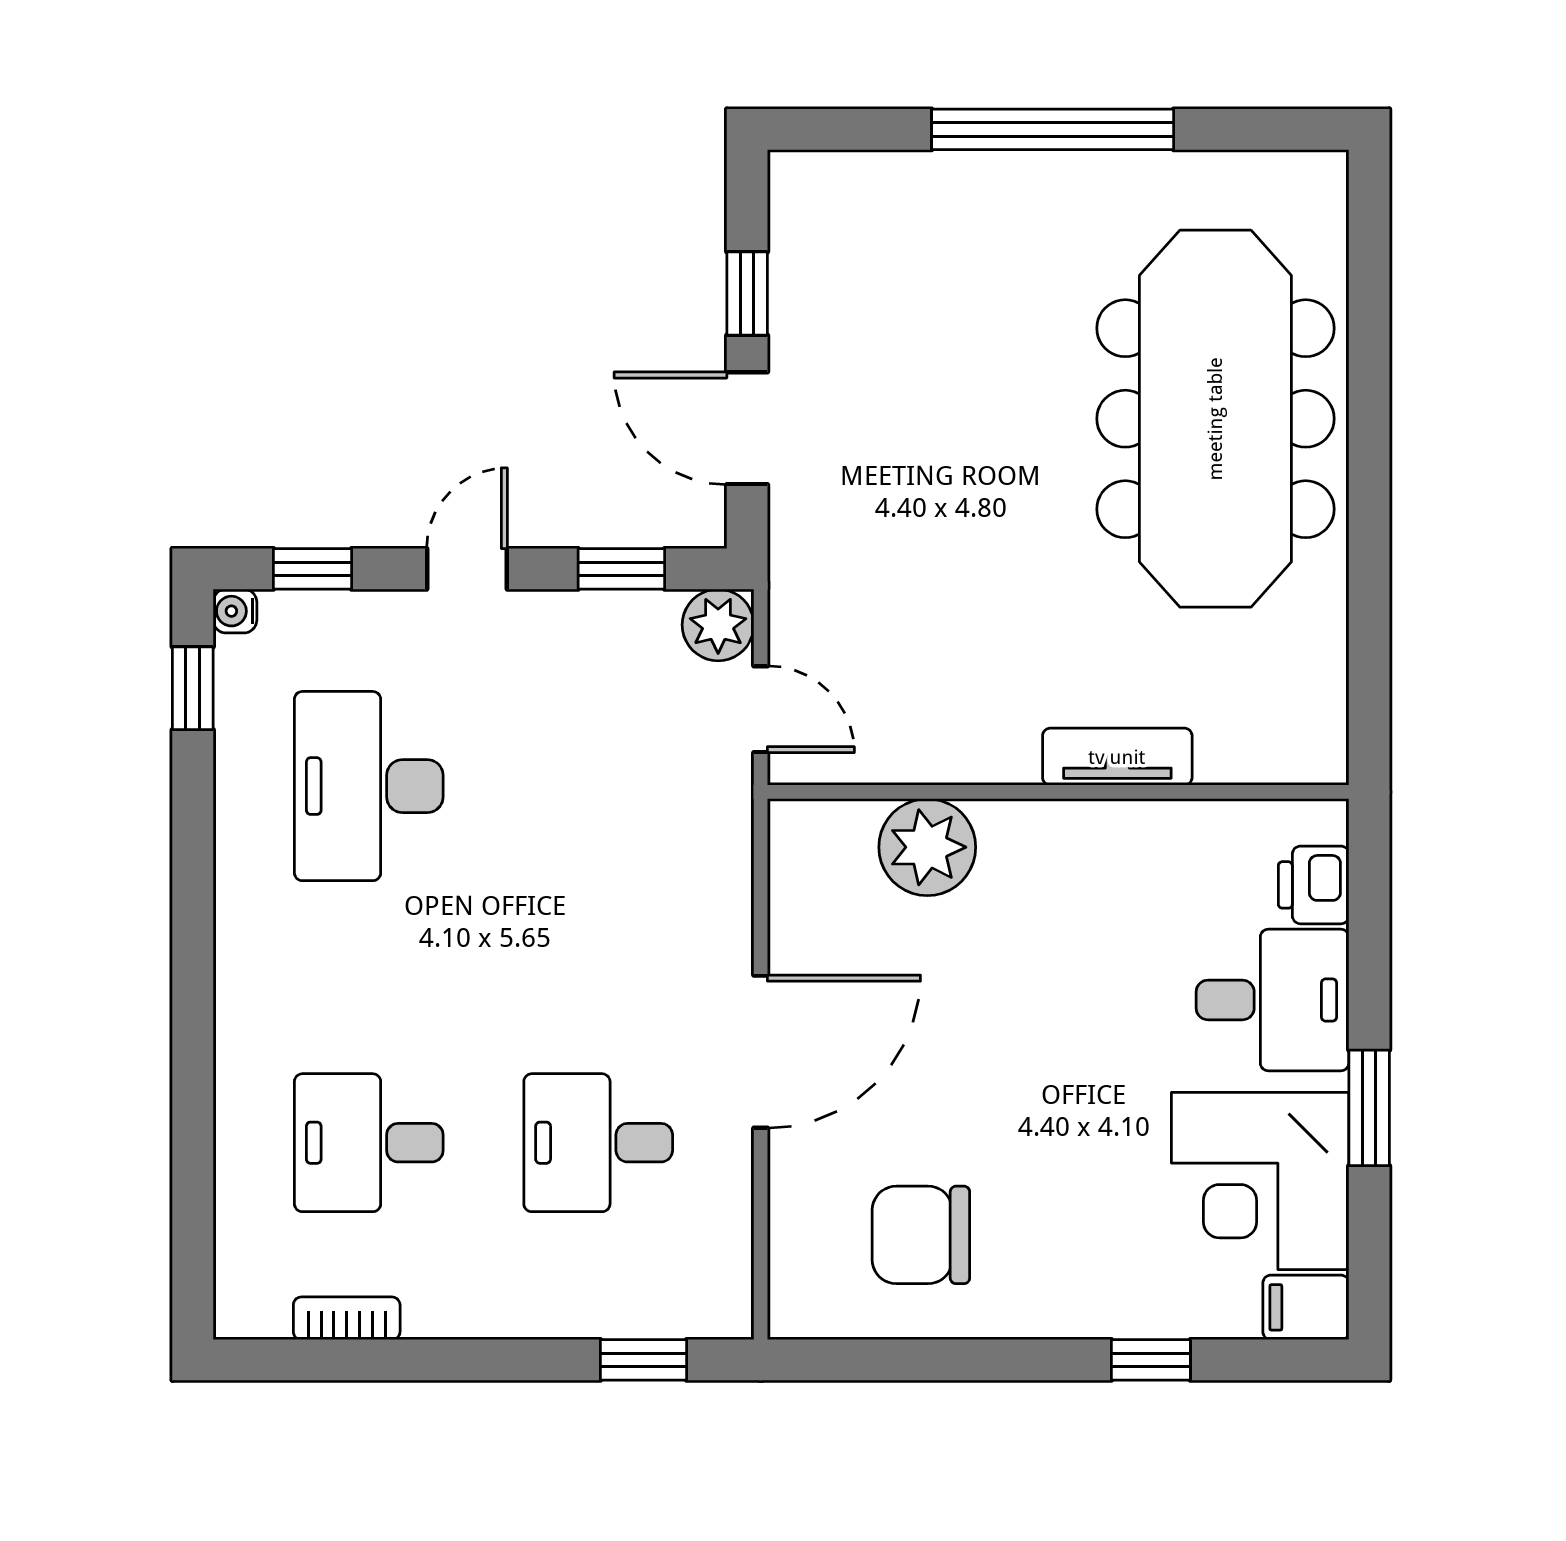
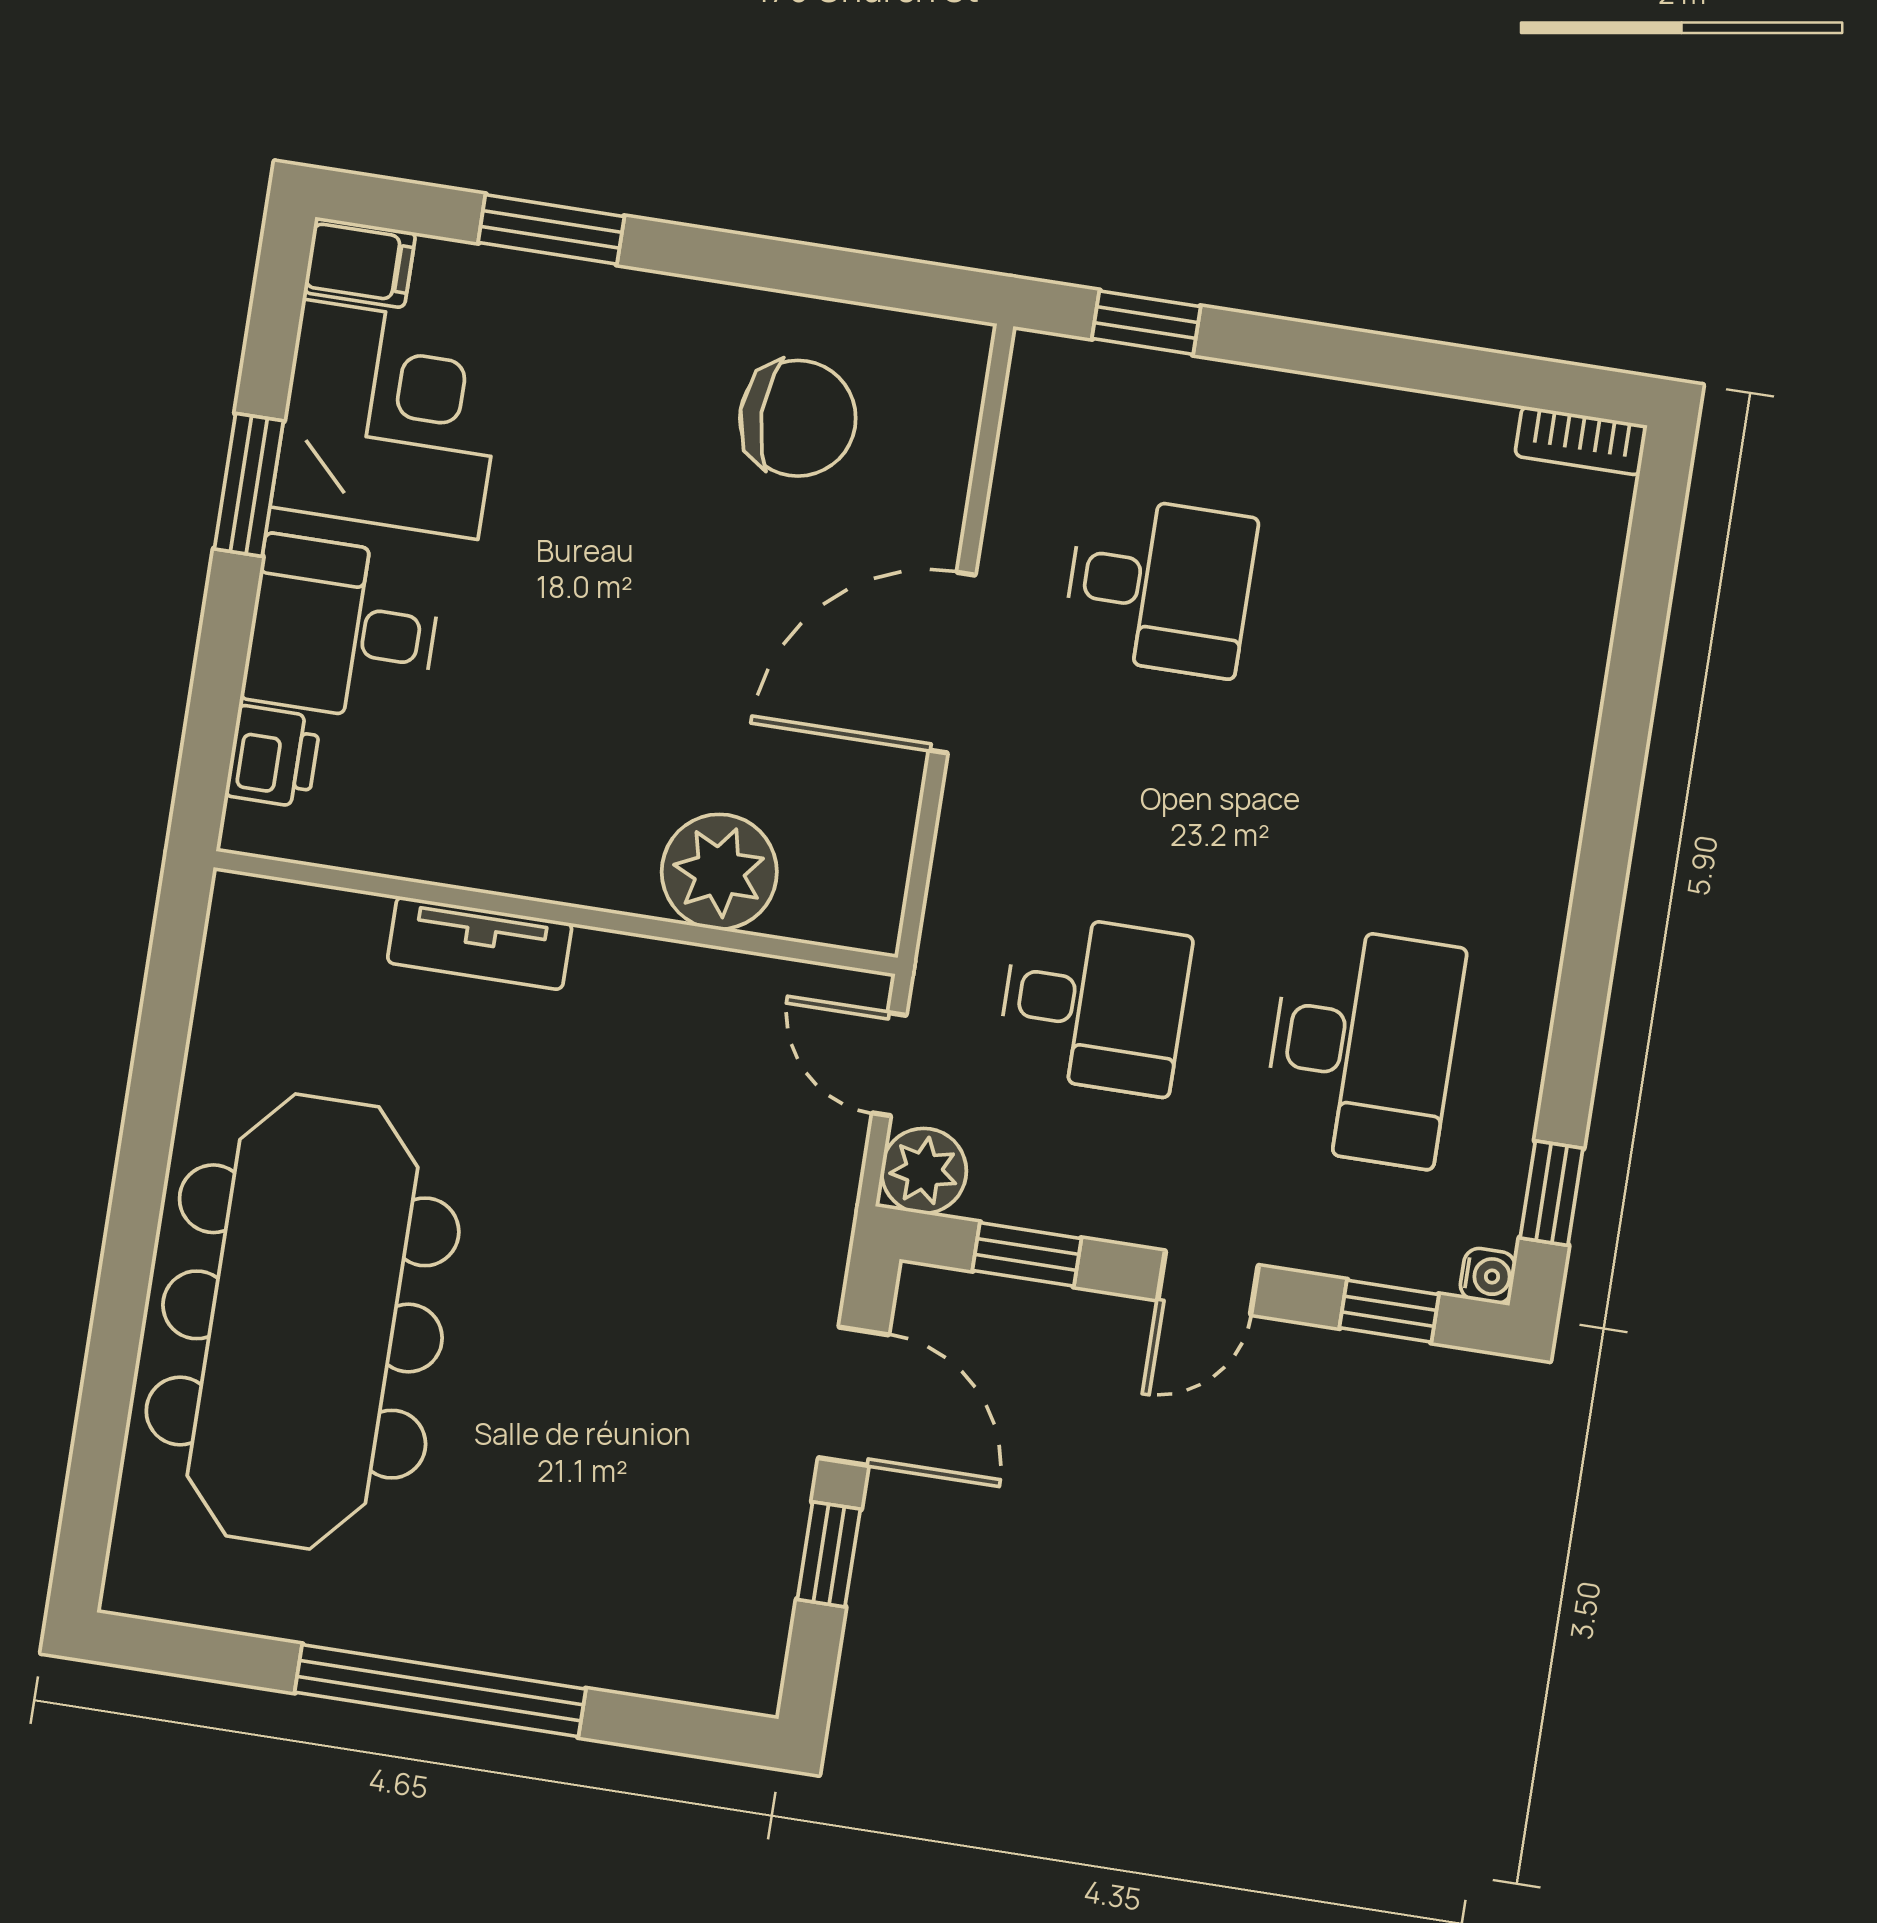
desk: (369, 1143) -> (1094, 1004), moved
bookcase: (347, 1318) -> (1581, 441), moved
window: (1151, 1360) -> (551, 229), width x1.50

